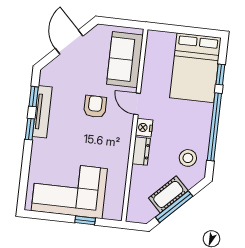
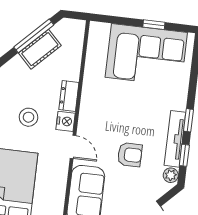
plant: (46, 78) -> (171, 175), added
armchair: (95, 106) -> (130, 155), moved, turned -90
stool: (188, 158) -> (28, 117), moved
window: (85, 220) -> (154, 25), moved

